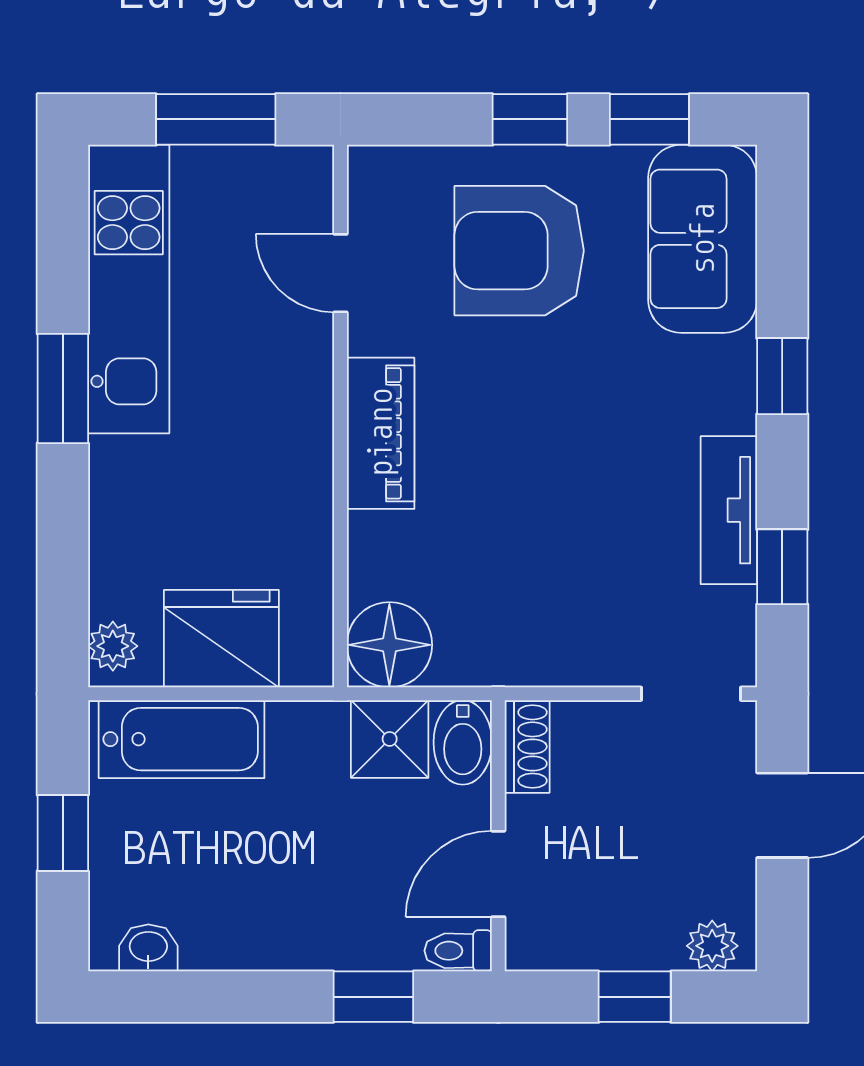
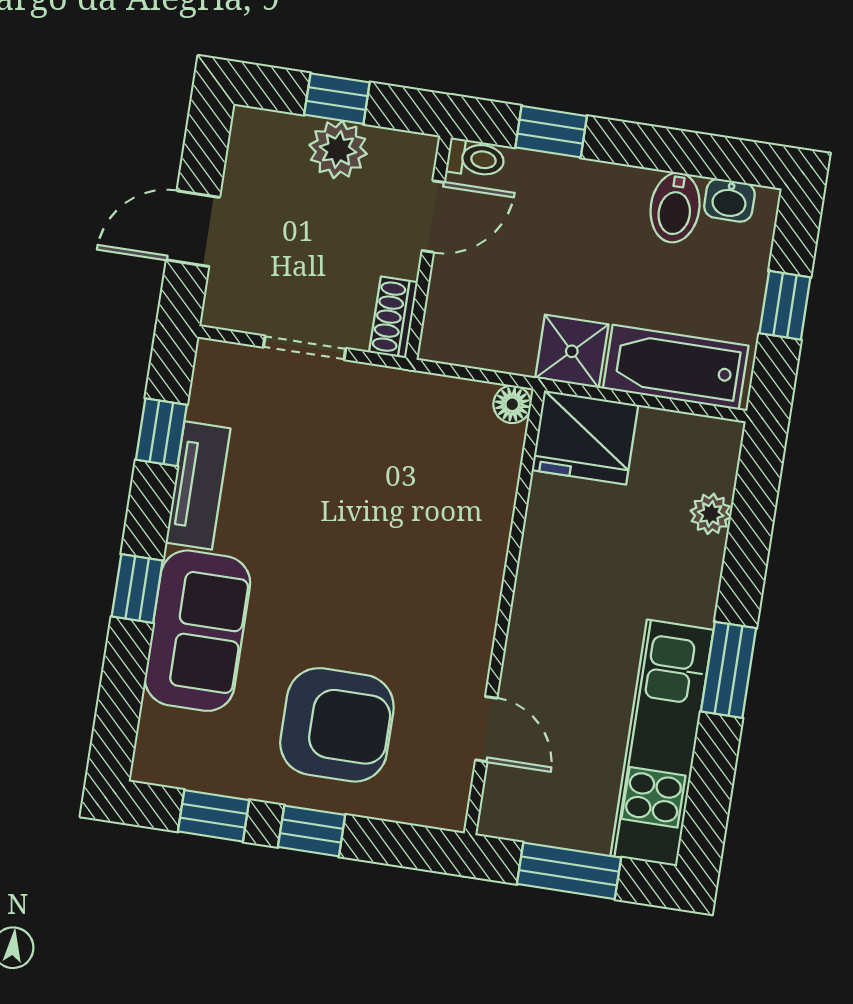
sofa: (703, 239) -> (198, 631), moved
piano: (381, 433) -> (474, 593), removed
fridge: (221, 639) -> (585, 437), moved
floor lamp: (389, 645) -> (512, 404), width x0.53, depth x0.53
plant: (113, 646) -> (711, 514), moved
doorway: (691, 694) -> (305, 348), moved
shower: (390, 739) -> (572, 351), moved
bidet: (463, 742) -> (675, 208), moved, turned 180
plant: (712, 946) -> (338, 149), moved, width x1.38, depth x1.38

